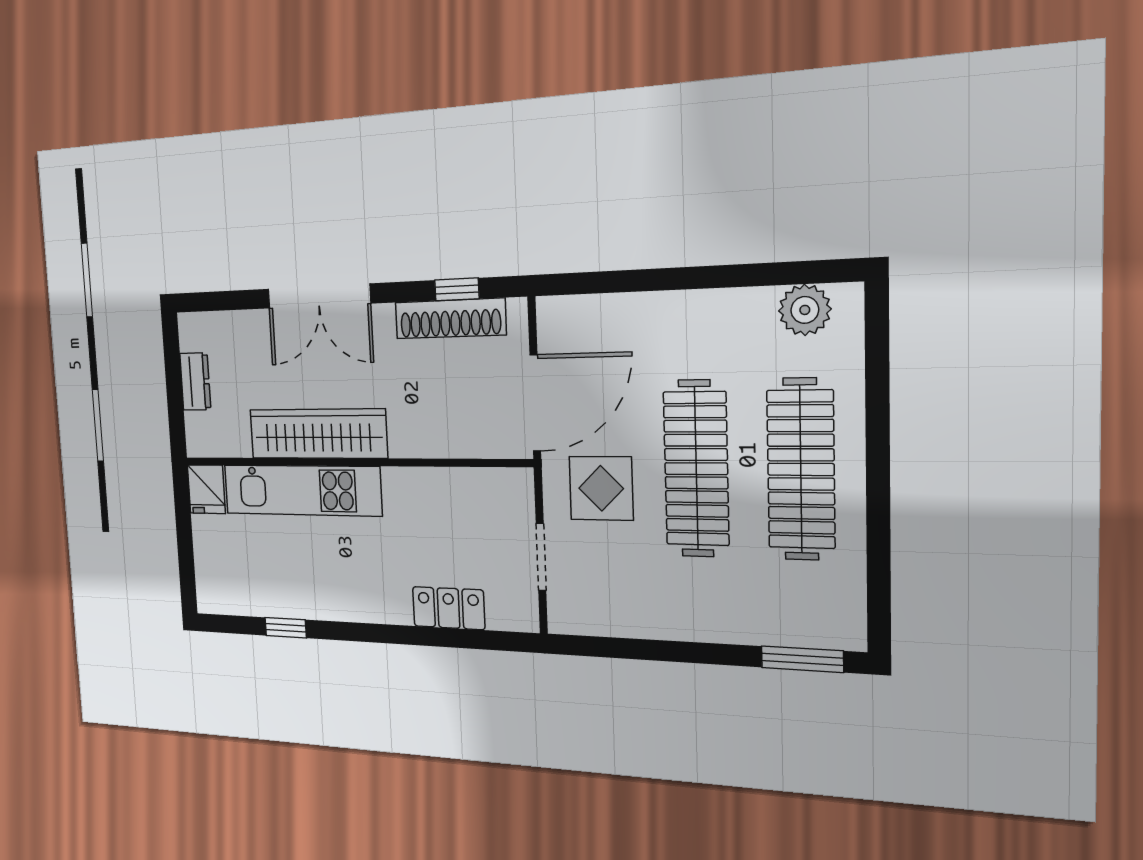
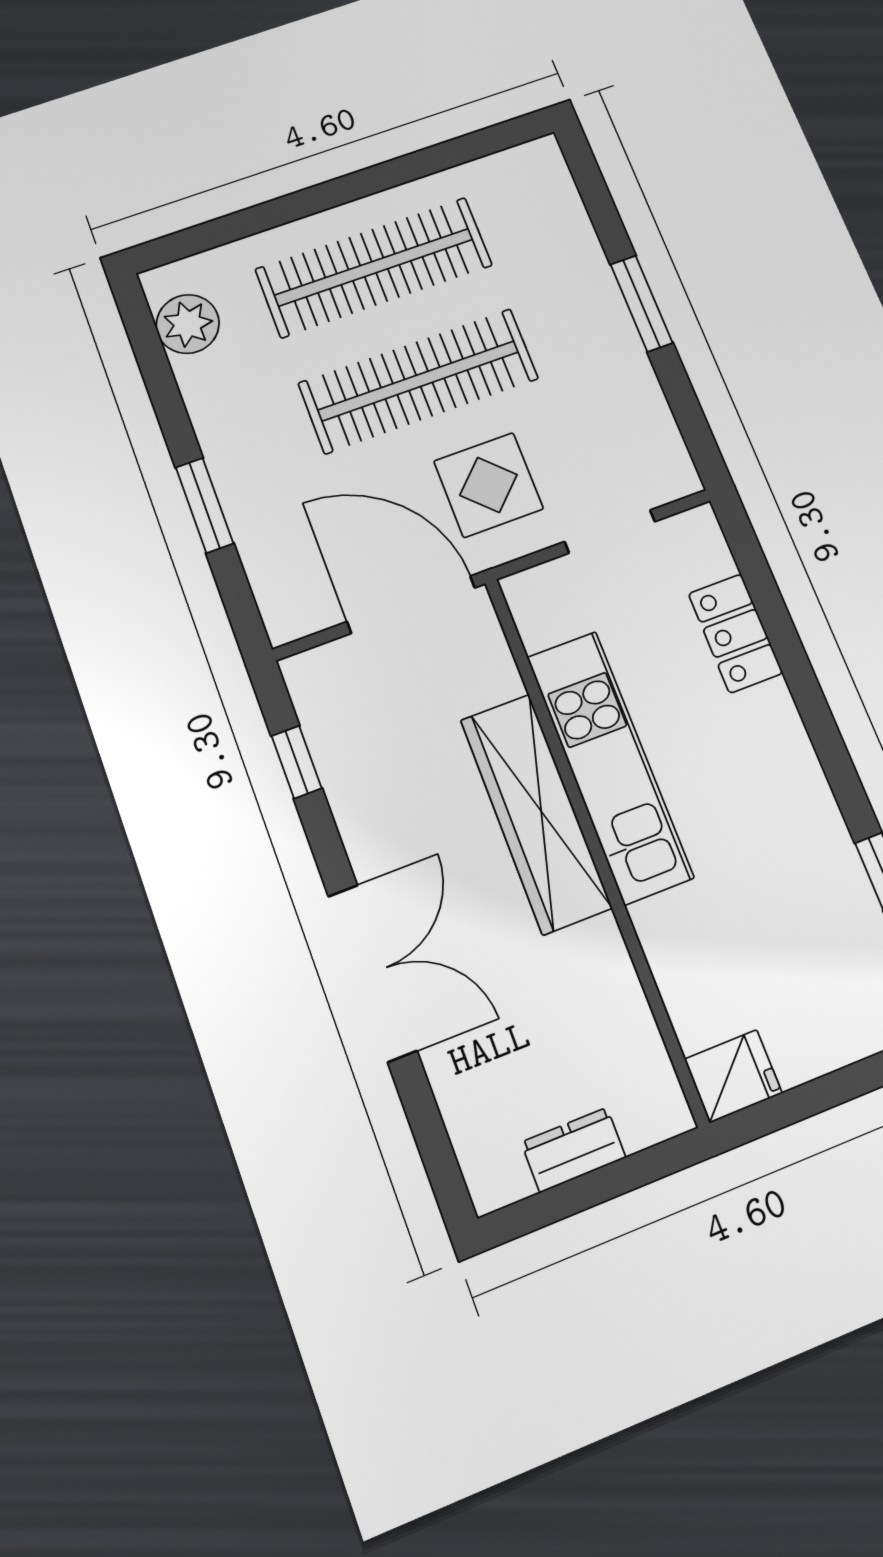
window: (654, 280) -> (204, 505), added
shoe rack: (450, 319) -> (339, 759), removed
wardrobe: (318, 434) -> (536, 813), moved
kitchen unit: (302, 490) -> (610, 766), moved
window: (802, 659) -> (642, 304), moved

